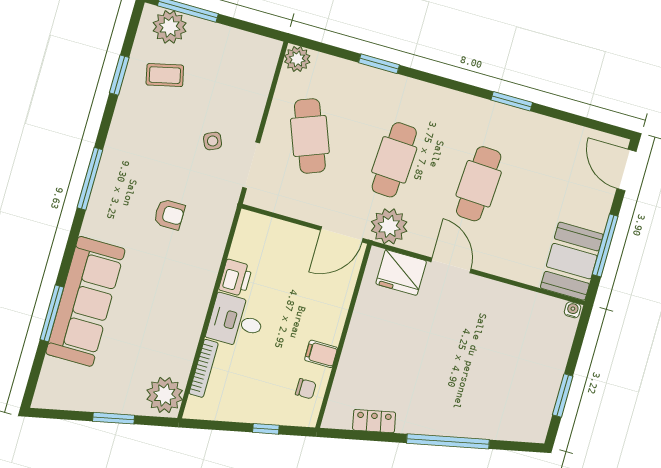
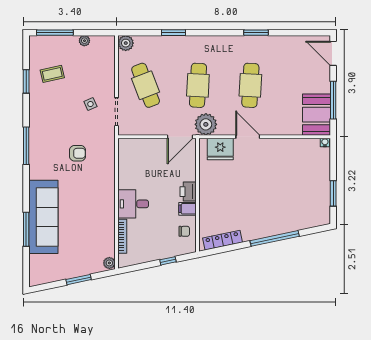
plant: (170, 27) -> (84, 41), moved, width x0.53, depth x0.53
printer: (236, 278) -> (188, 192), moved, turned 180
plant: (165, 395) -> (109, 263), width x0.53, depth x0.53
locker: (374, 421) -> (222, 240), width x1.53

